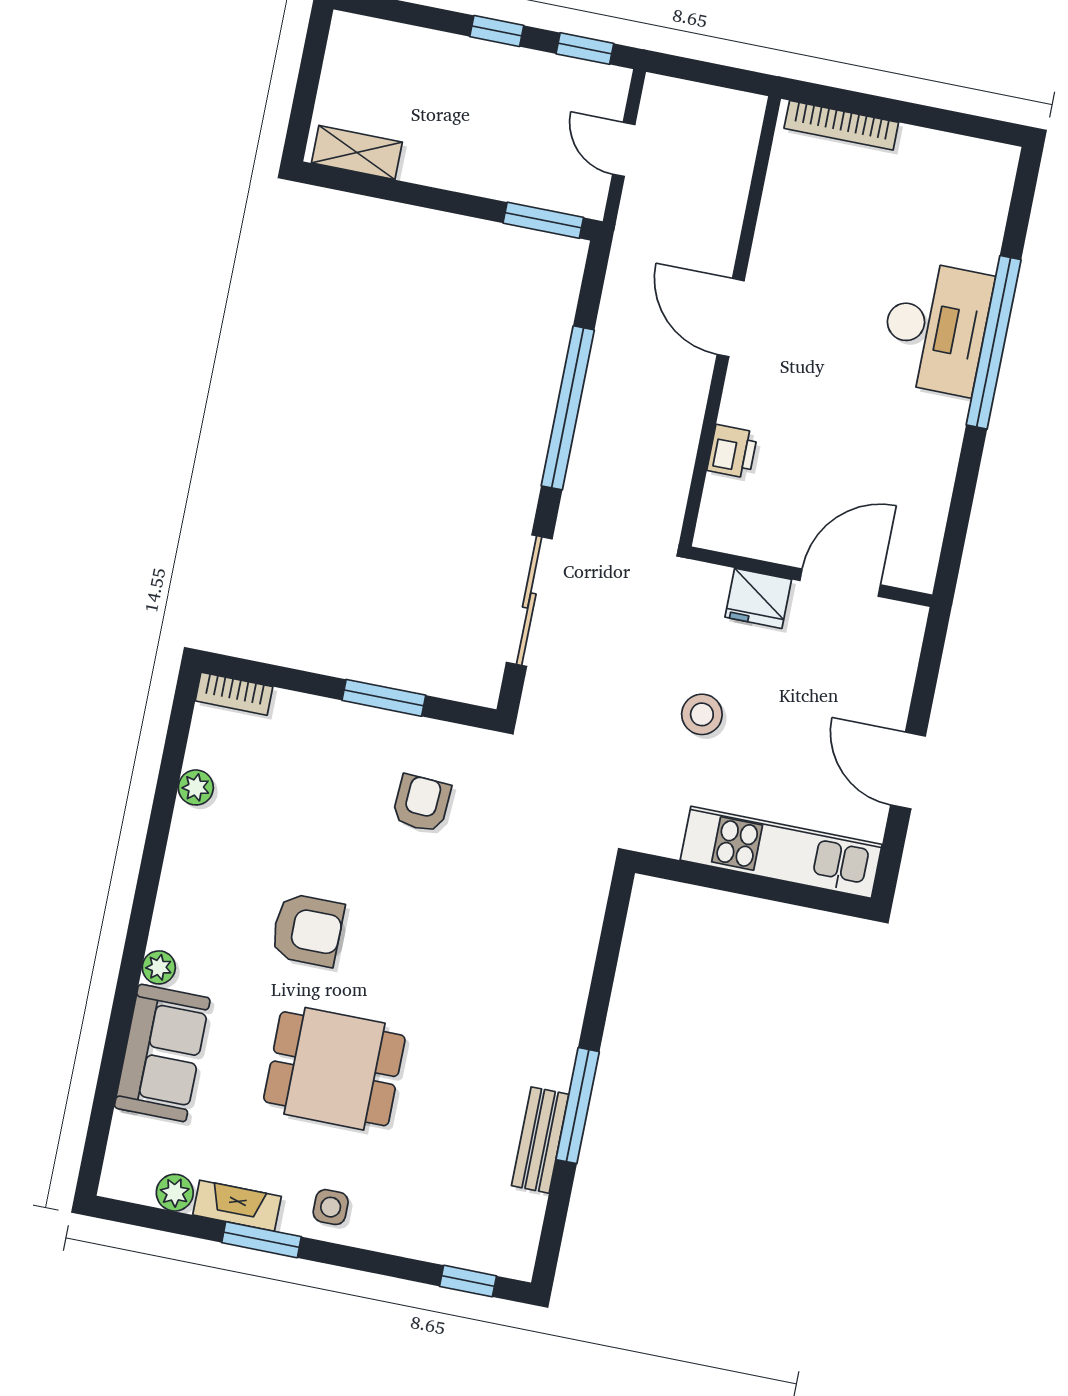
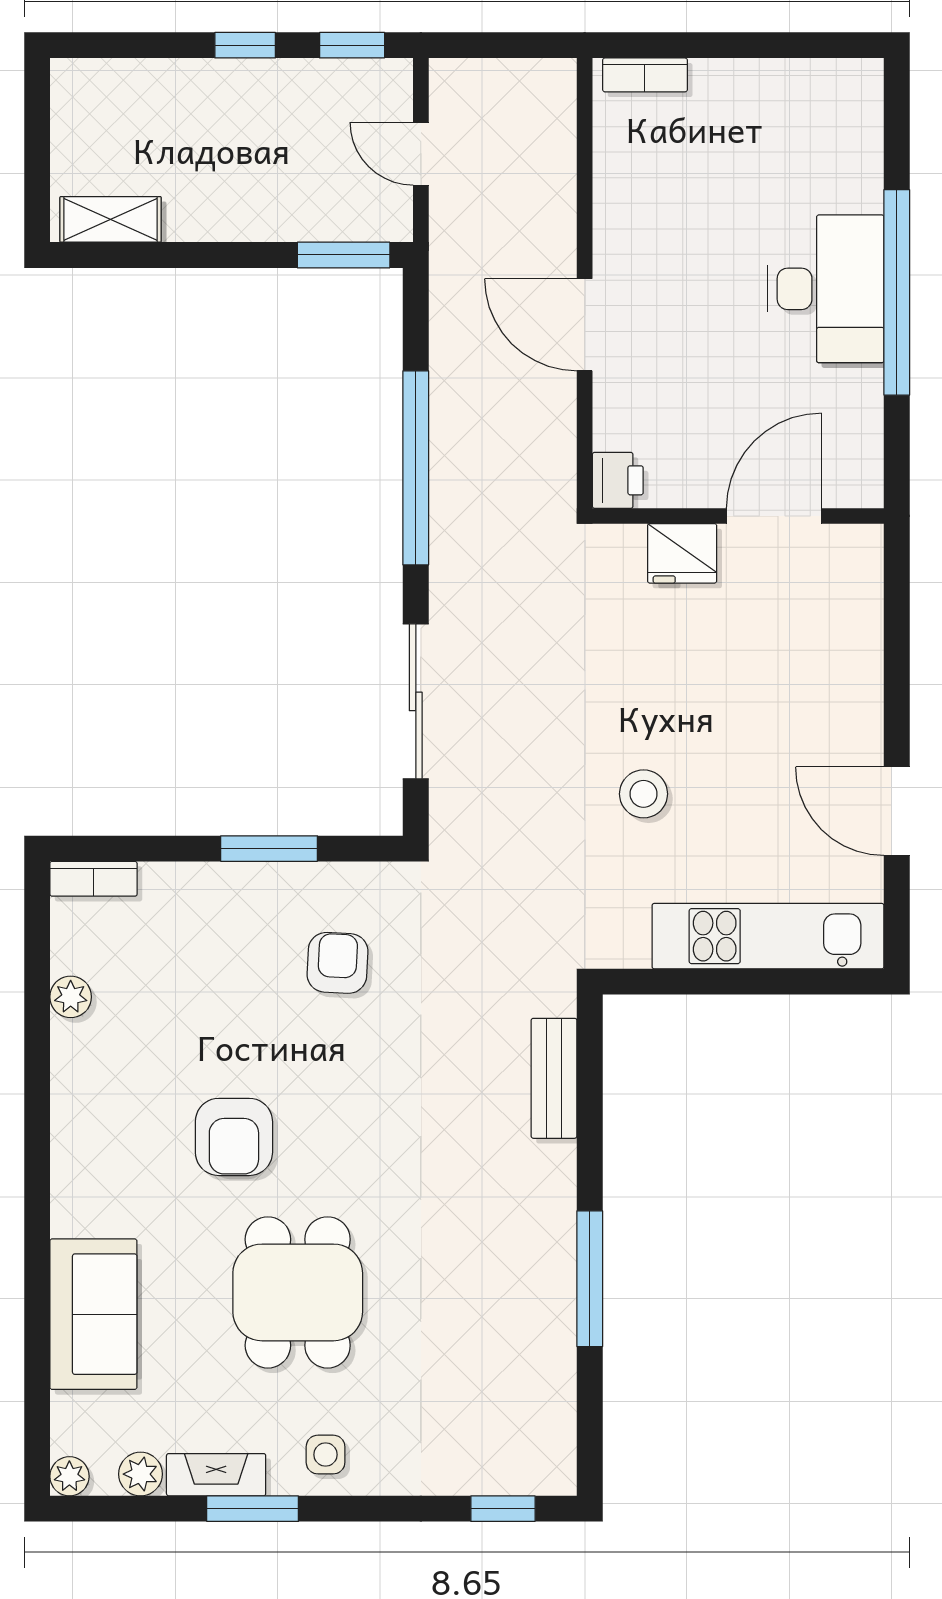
bookcase: (841, 125) -> (645, 75), width x0.64
wall: (811, 577) -> (738, 516), moved
door: (840, 583) -> (774, 516), moved
fridge: (758, 598) -> (682, 553), moved
armchair: (307, 930) -> (234, 1137), turned 90
plant: (159, 967) -> (69, 1476), moved
dining table: (334, 1069) -> (298, 1292), turned 90
bench: (540, 1140) -> (554, 1078), moved

